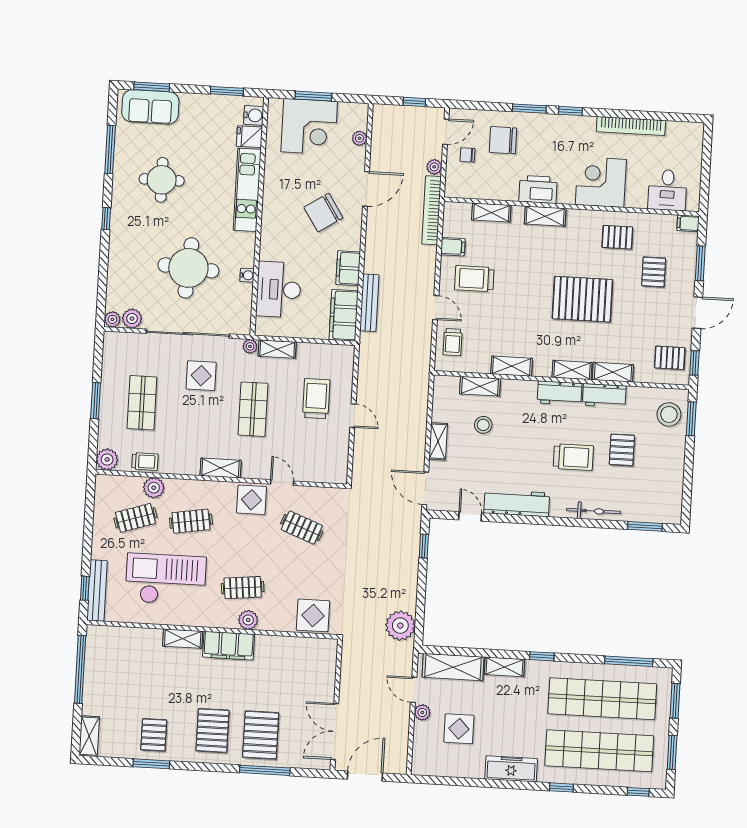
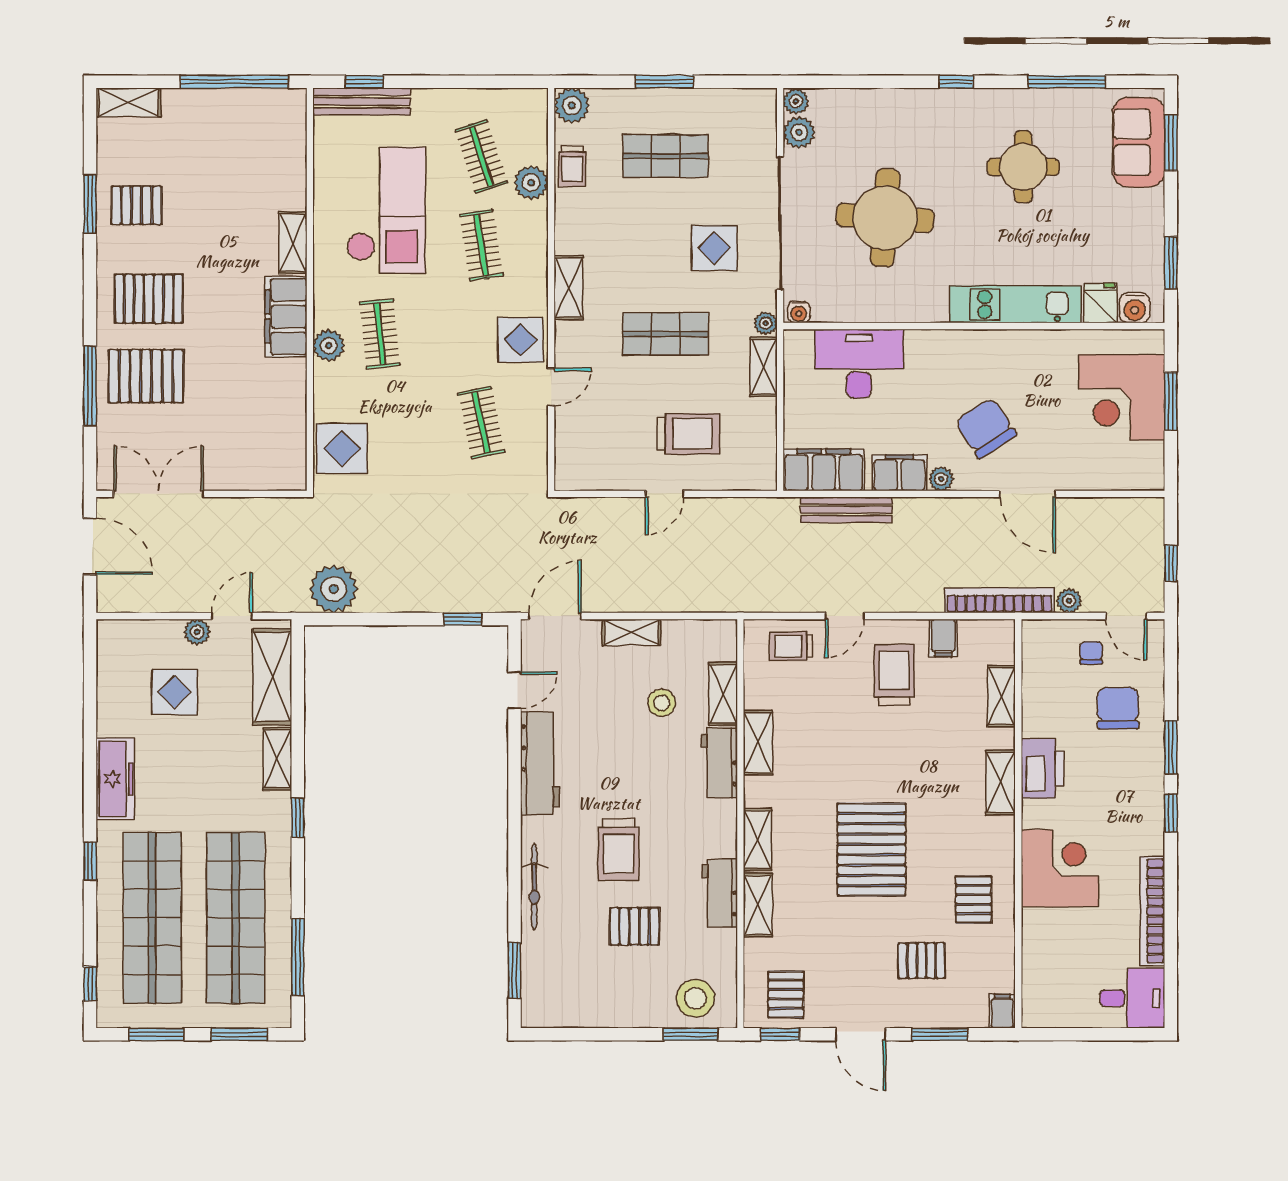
plant: (360, 138) -> (941, 479), moved
desk: (667, 190) -> (1132, 998), moved, turned 180
water cooler: (247, 275) -> (799, 312), moved
workbench: (560, 393) -> (719, 763), moved
clothes rail: (302, 527) -> (481, 422), turned -33

